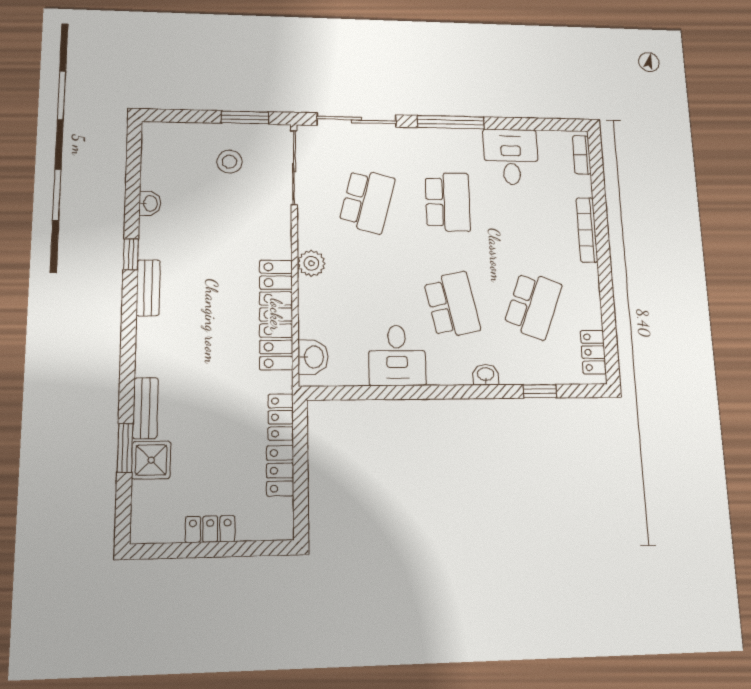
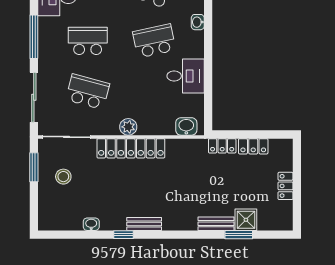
locker: (276, 315) -> (131, 148), moved

